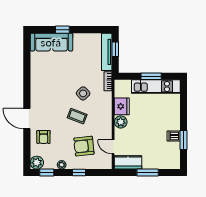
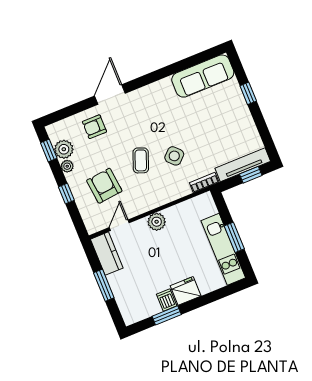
sofa: (51, 42) -> (203, 76), moved, turned -90
fridge: (122, 106) -> (186, 291), moved, turned 180
plant: (37, 163) -> (64, 149), moved

